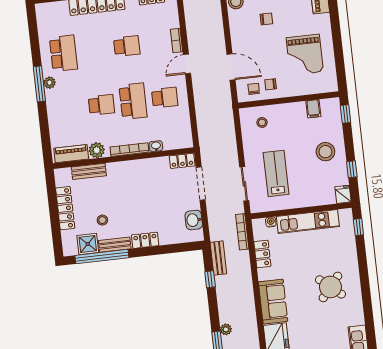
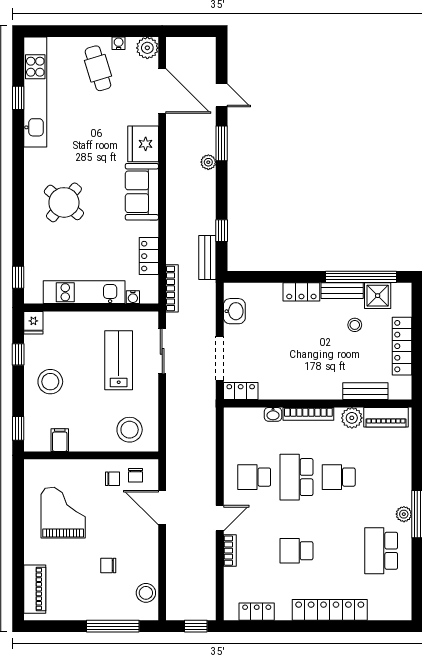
stool: (262, 122) -> (130, 430), width x1.89, depth x1.89
lab bench: (276, 173) -> (119, 360), turned 180

